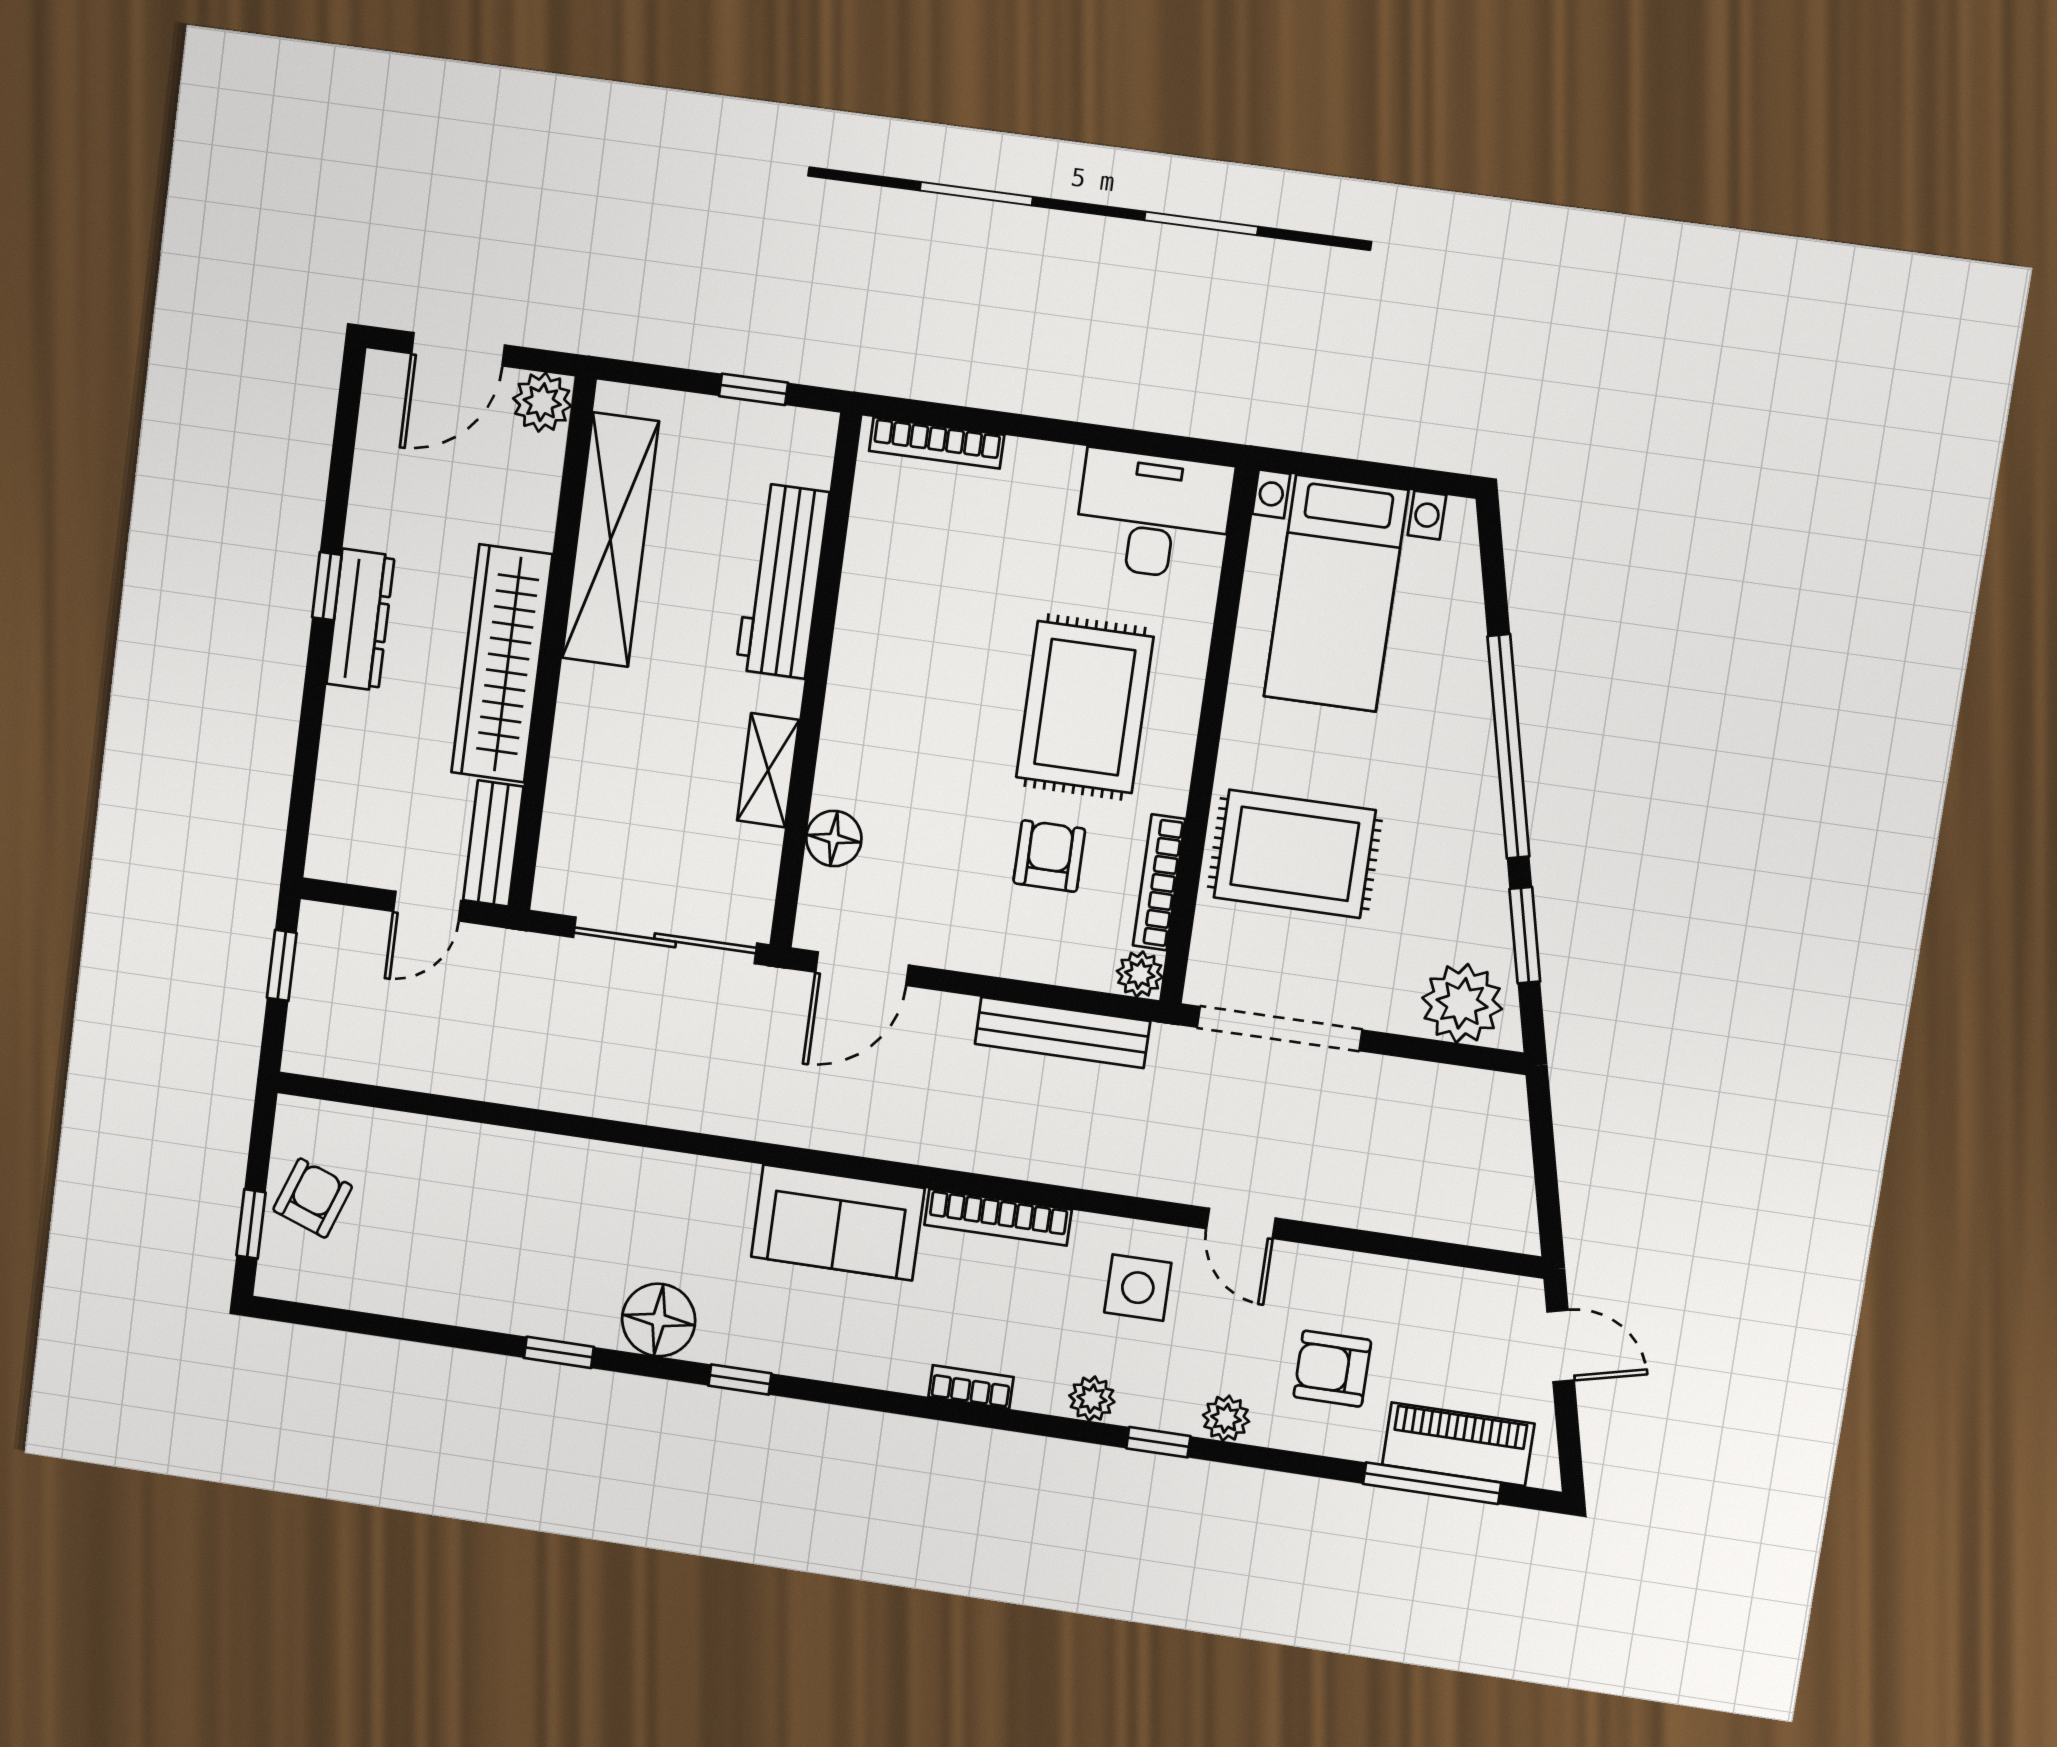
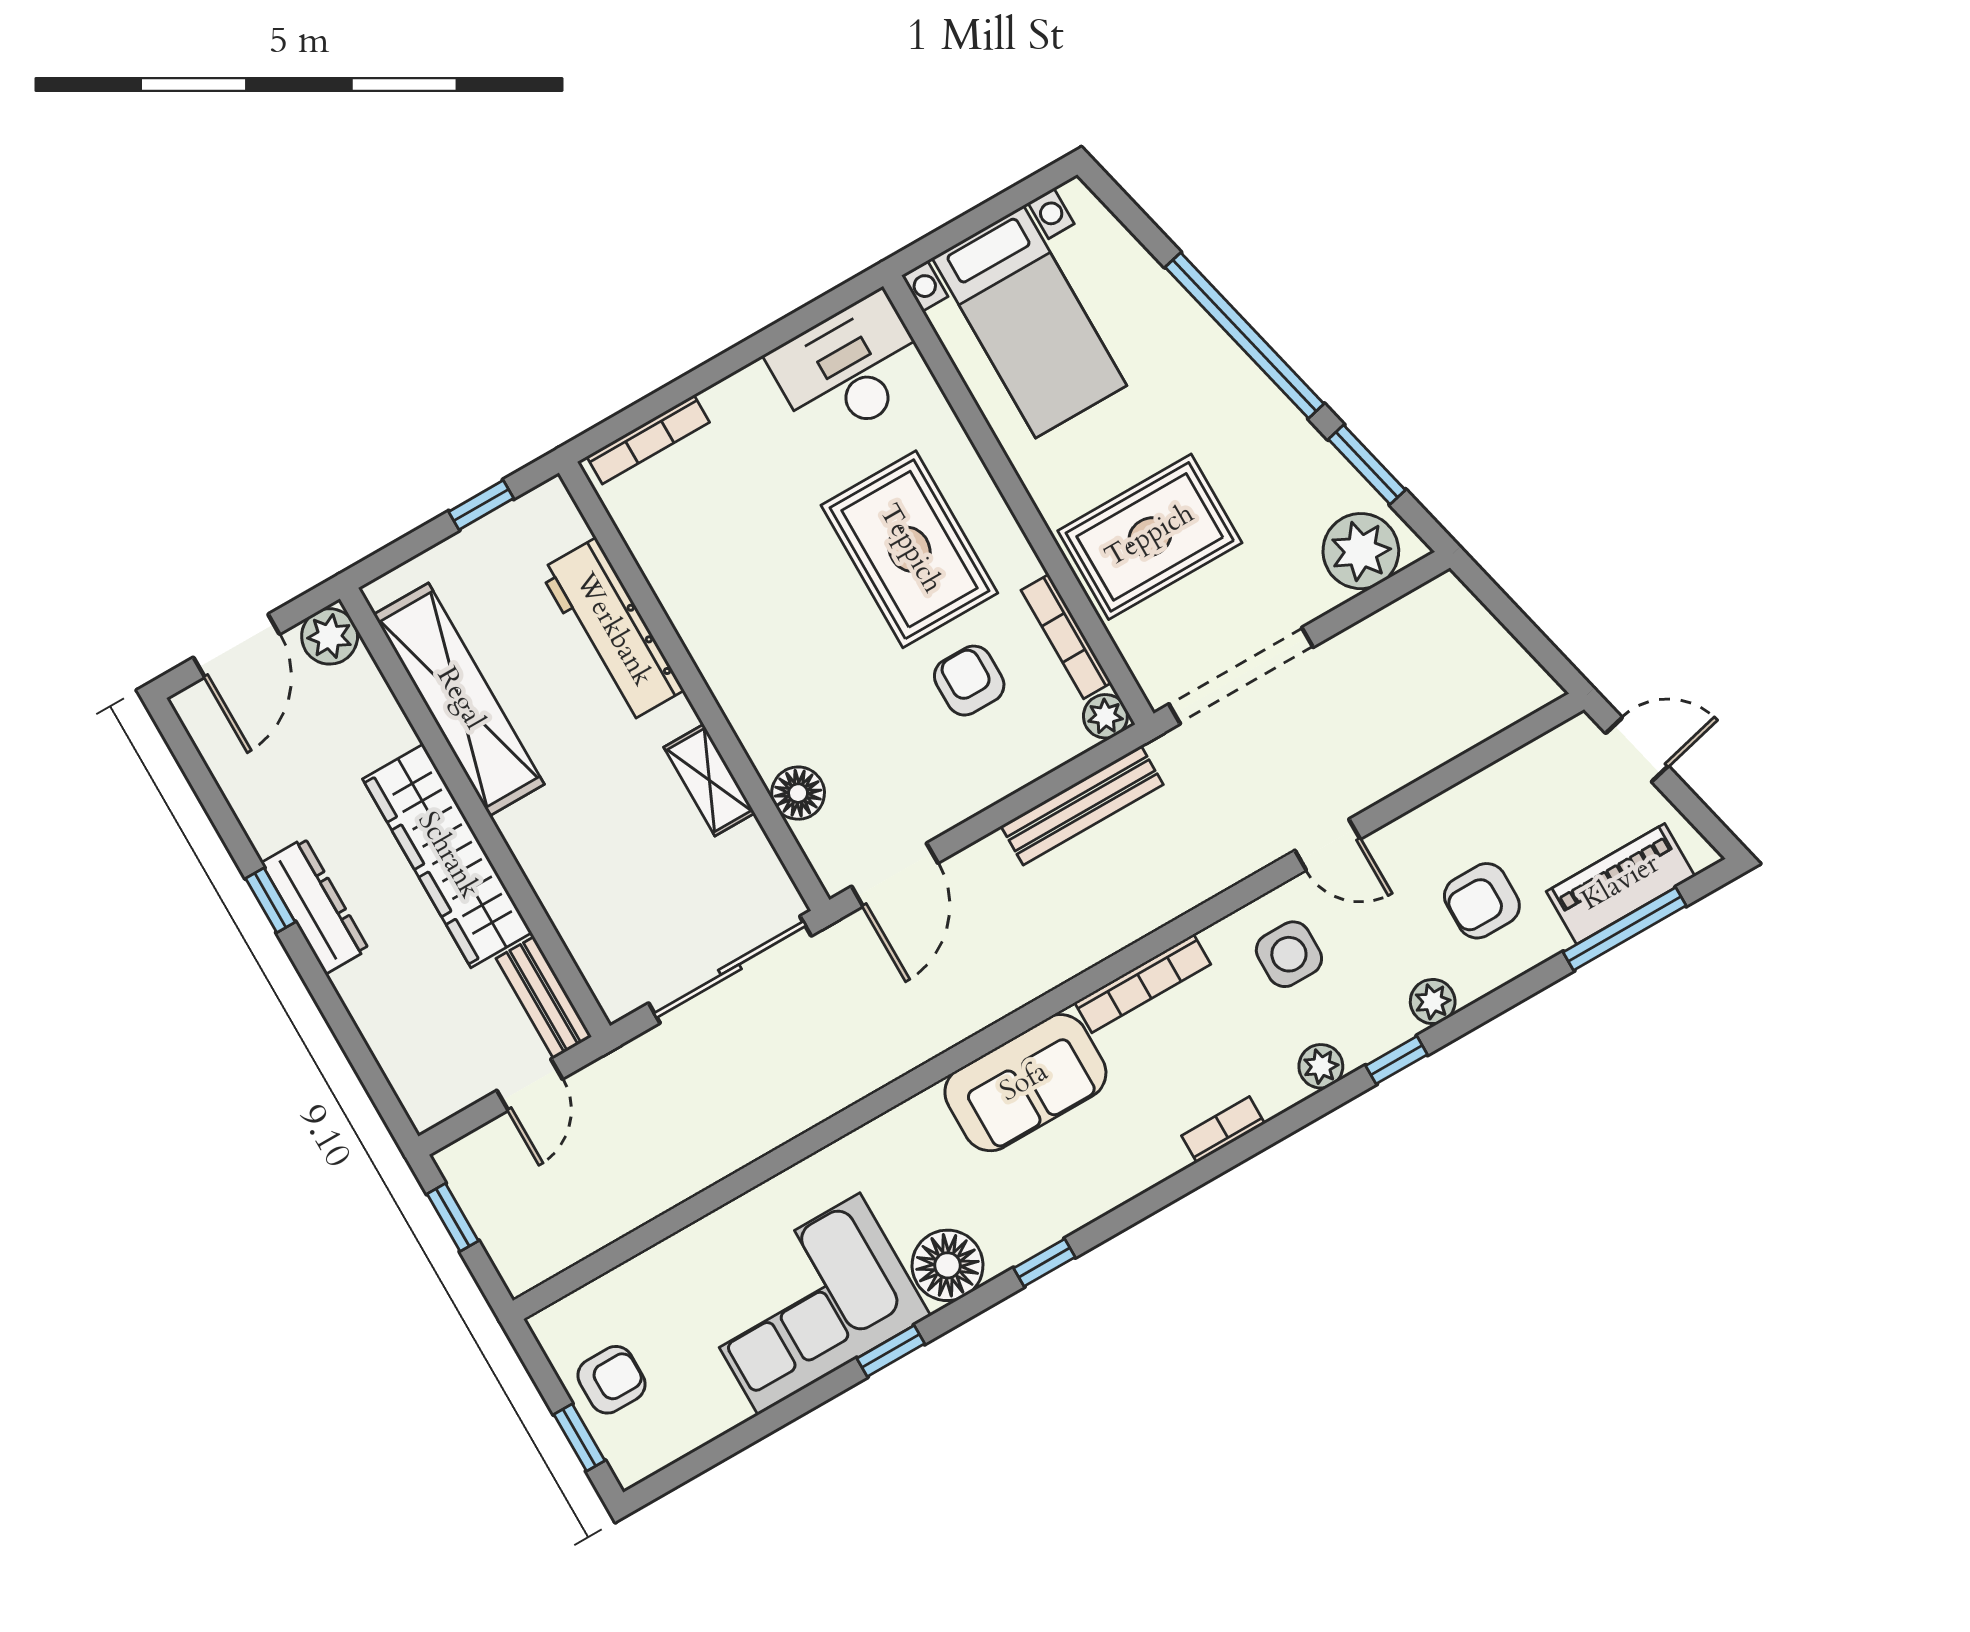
armchair: (313, 1198) -> (612, 1380), turned 70
corner sofa: (521, 1263) -> (809, 1304), added

